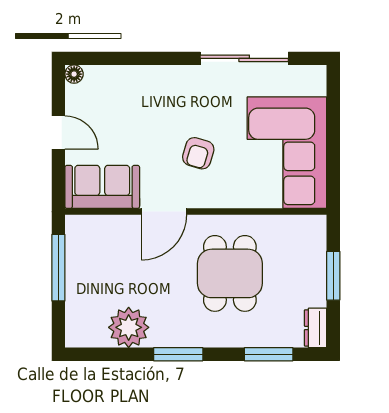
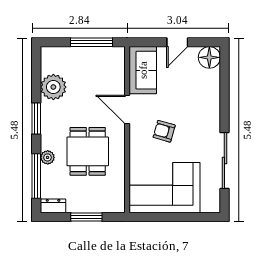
floor lamp: (74, 74) -> (209, 57), width x1.89, depth x1.89
dining table: (230, 273) -> (88, 151), turned 90
plant: (239, 337) -> (48, 157), added
window: (269, 354) -> (36, 176), width x1.44

